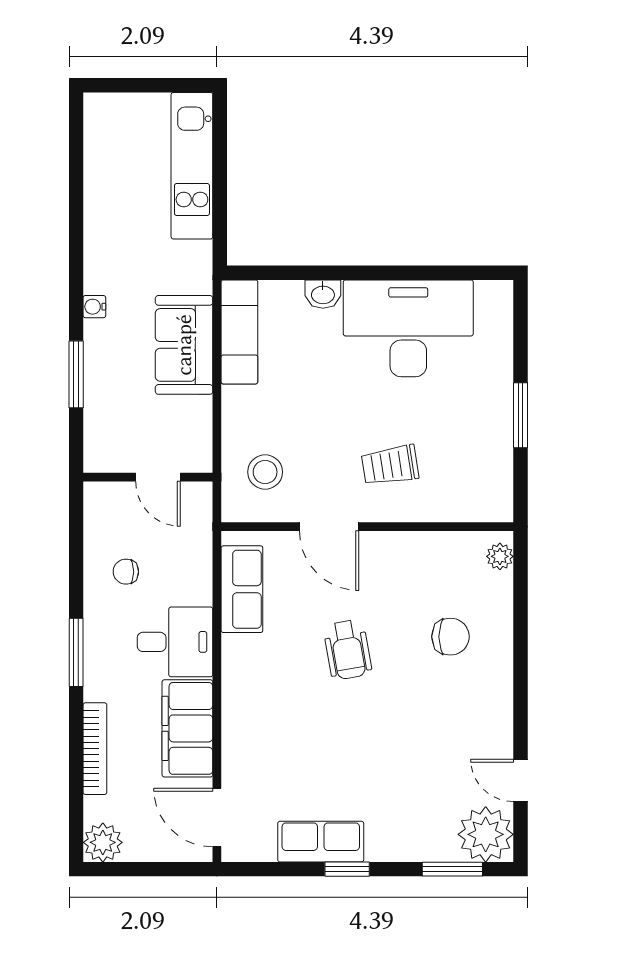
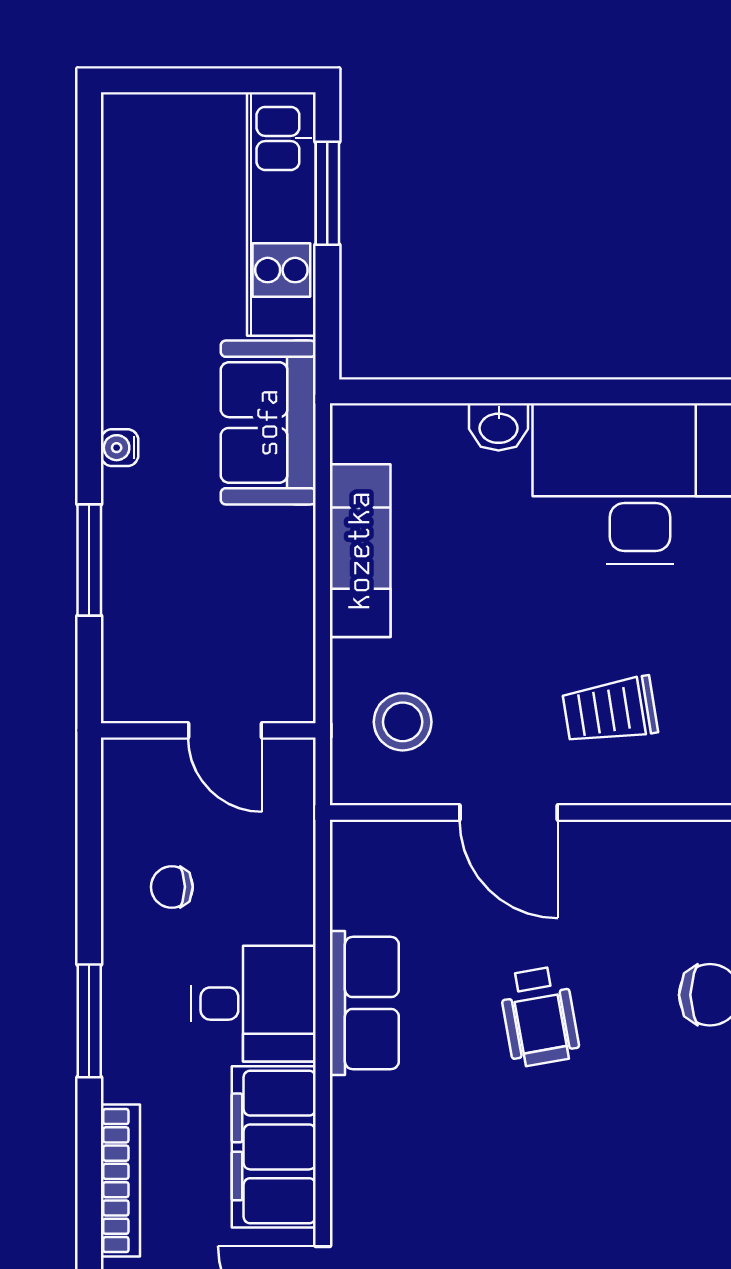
window: (220, 153) -> (327, 193), added
exam couch: (239, 332) -> (360, 551), moved
sofa: (184, 345) -> (268, 423), moved
row of seats: (242, 589) -> (364, 1003), moved

